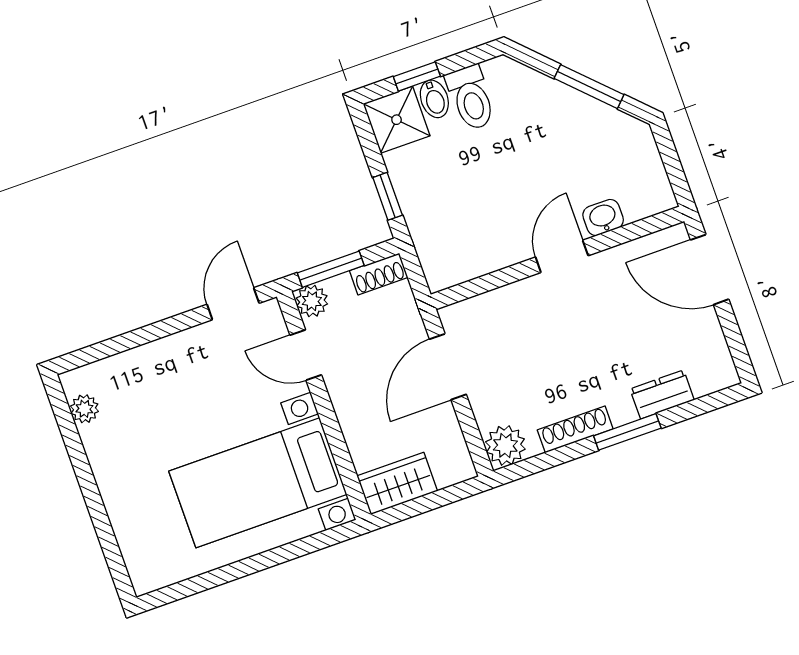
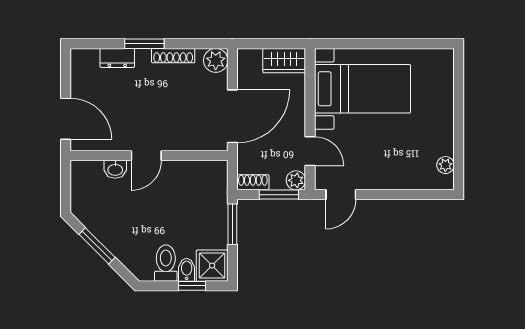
window: (388, 196) -> (232, 224), width x1.50
door: (448, 367) -> (232, 116), width x1.36

